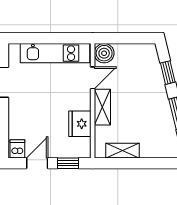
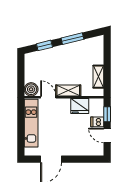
dishwasher: (17, 149) -> (97, 122), moved

